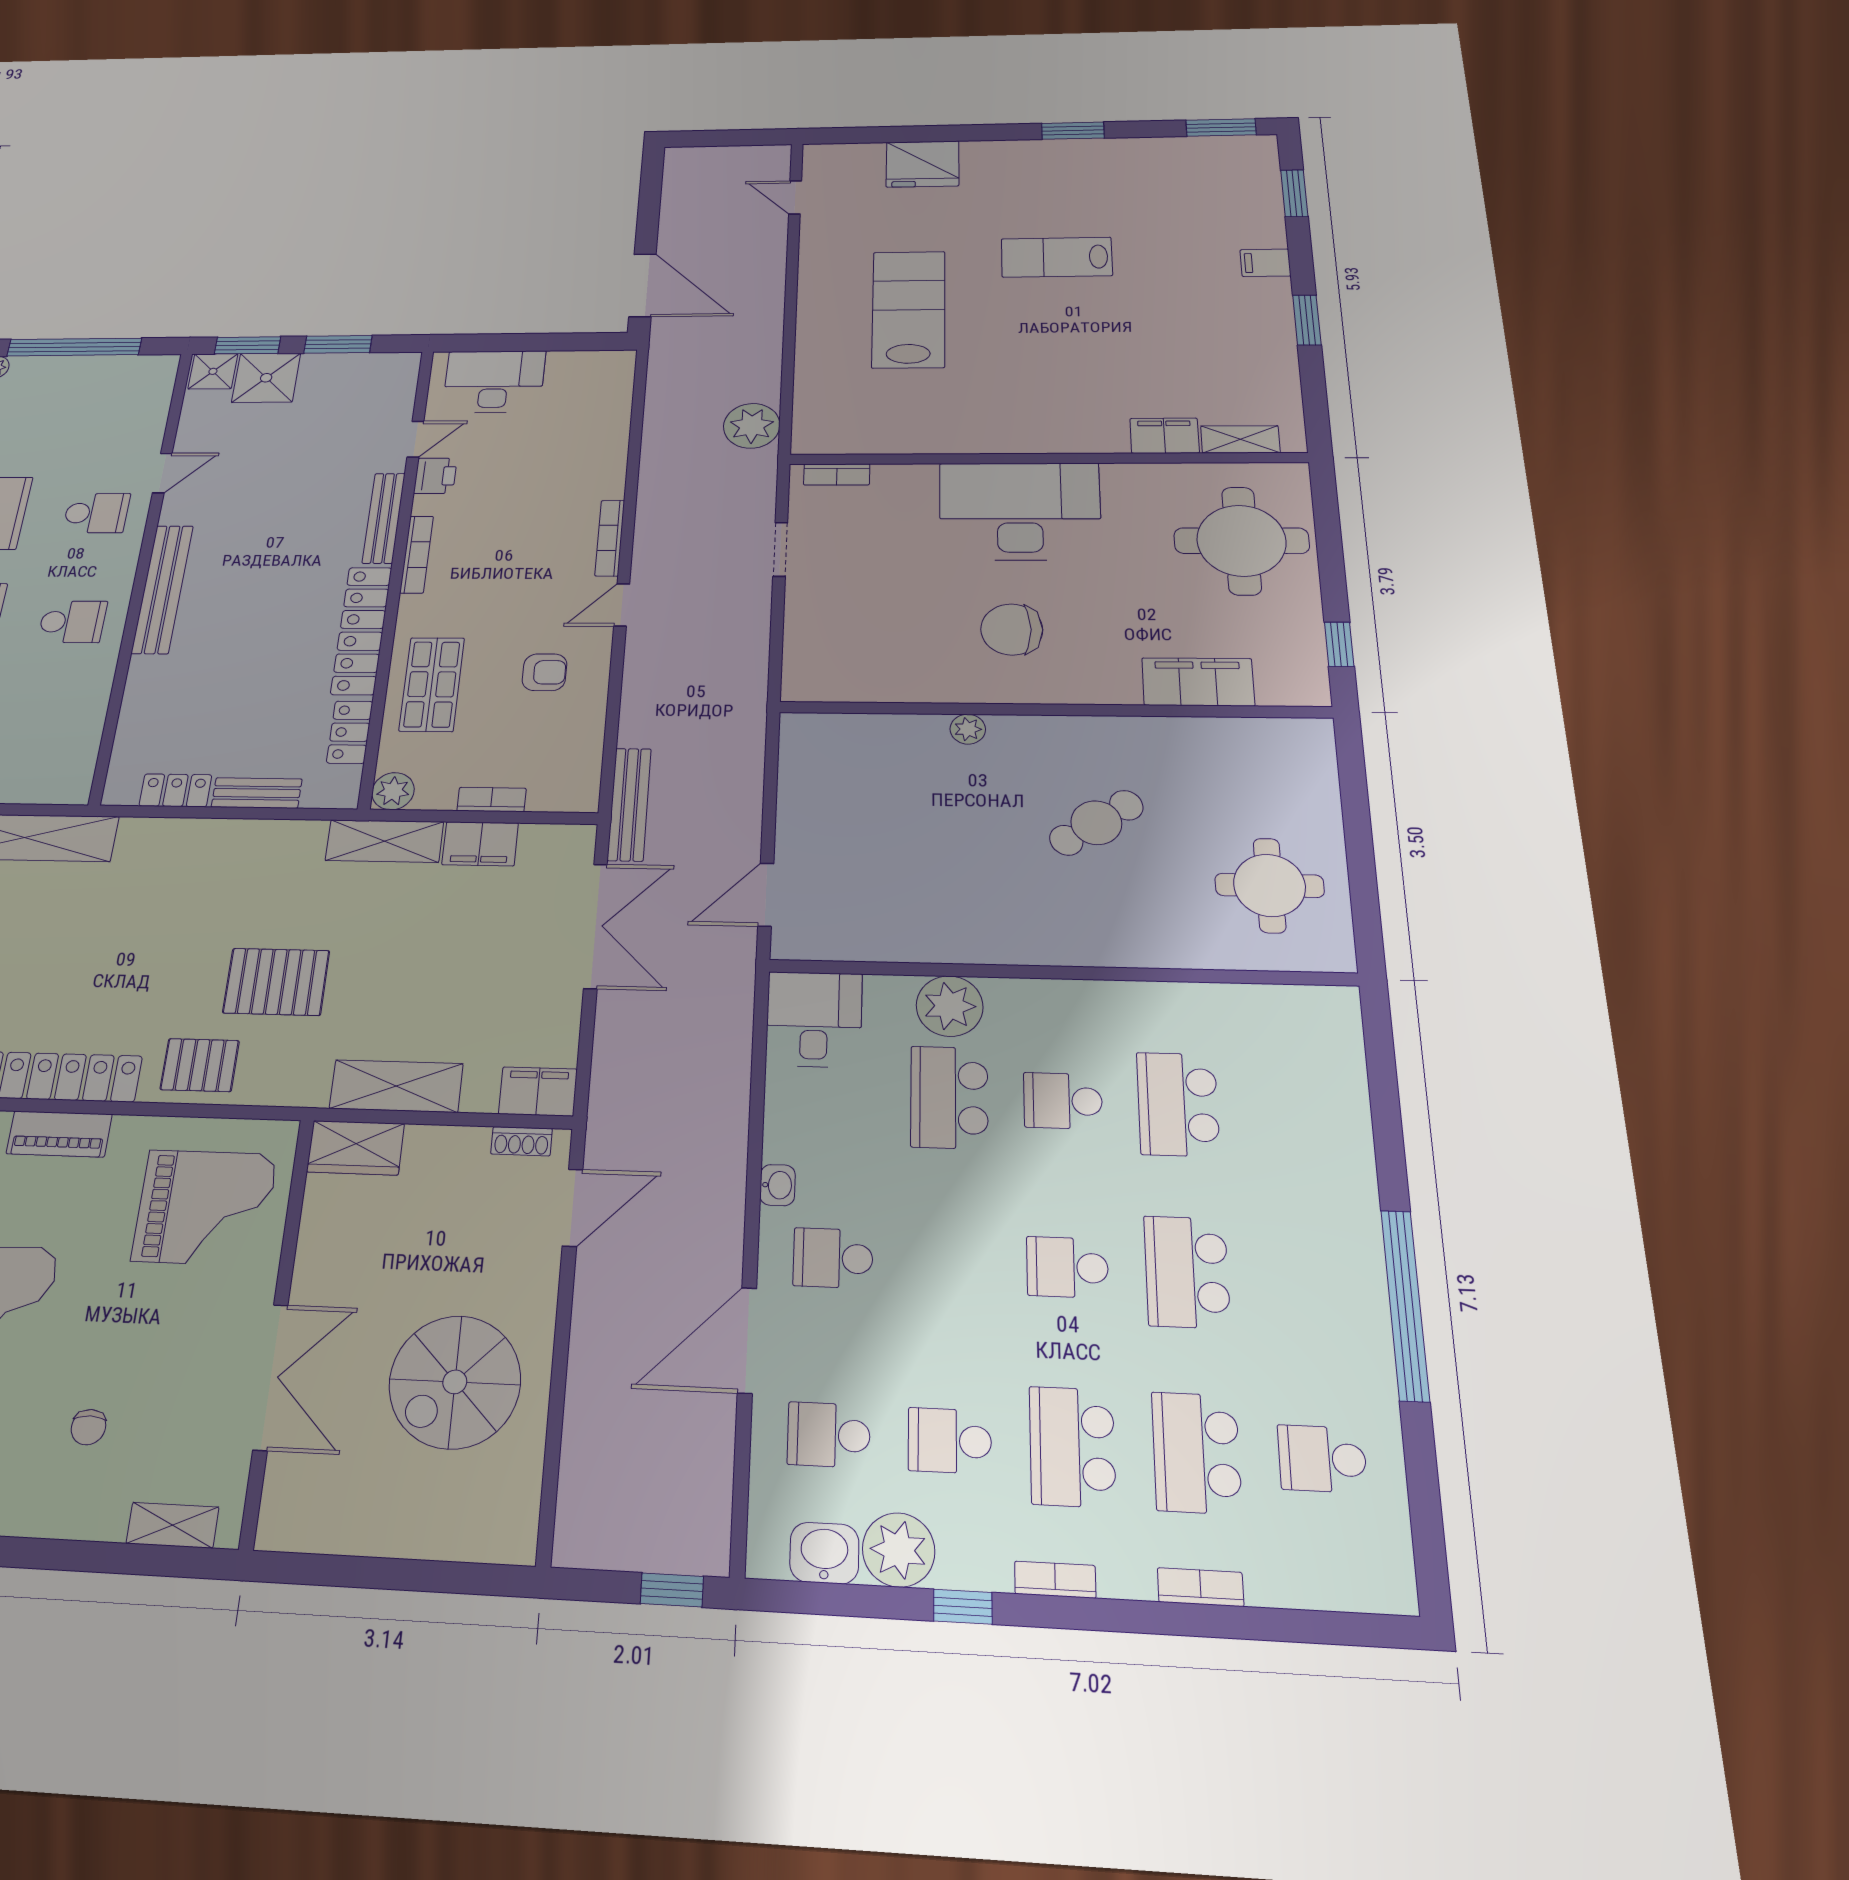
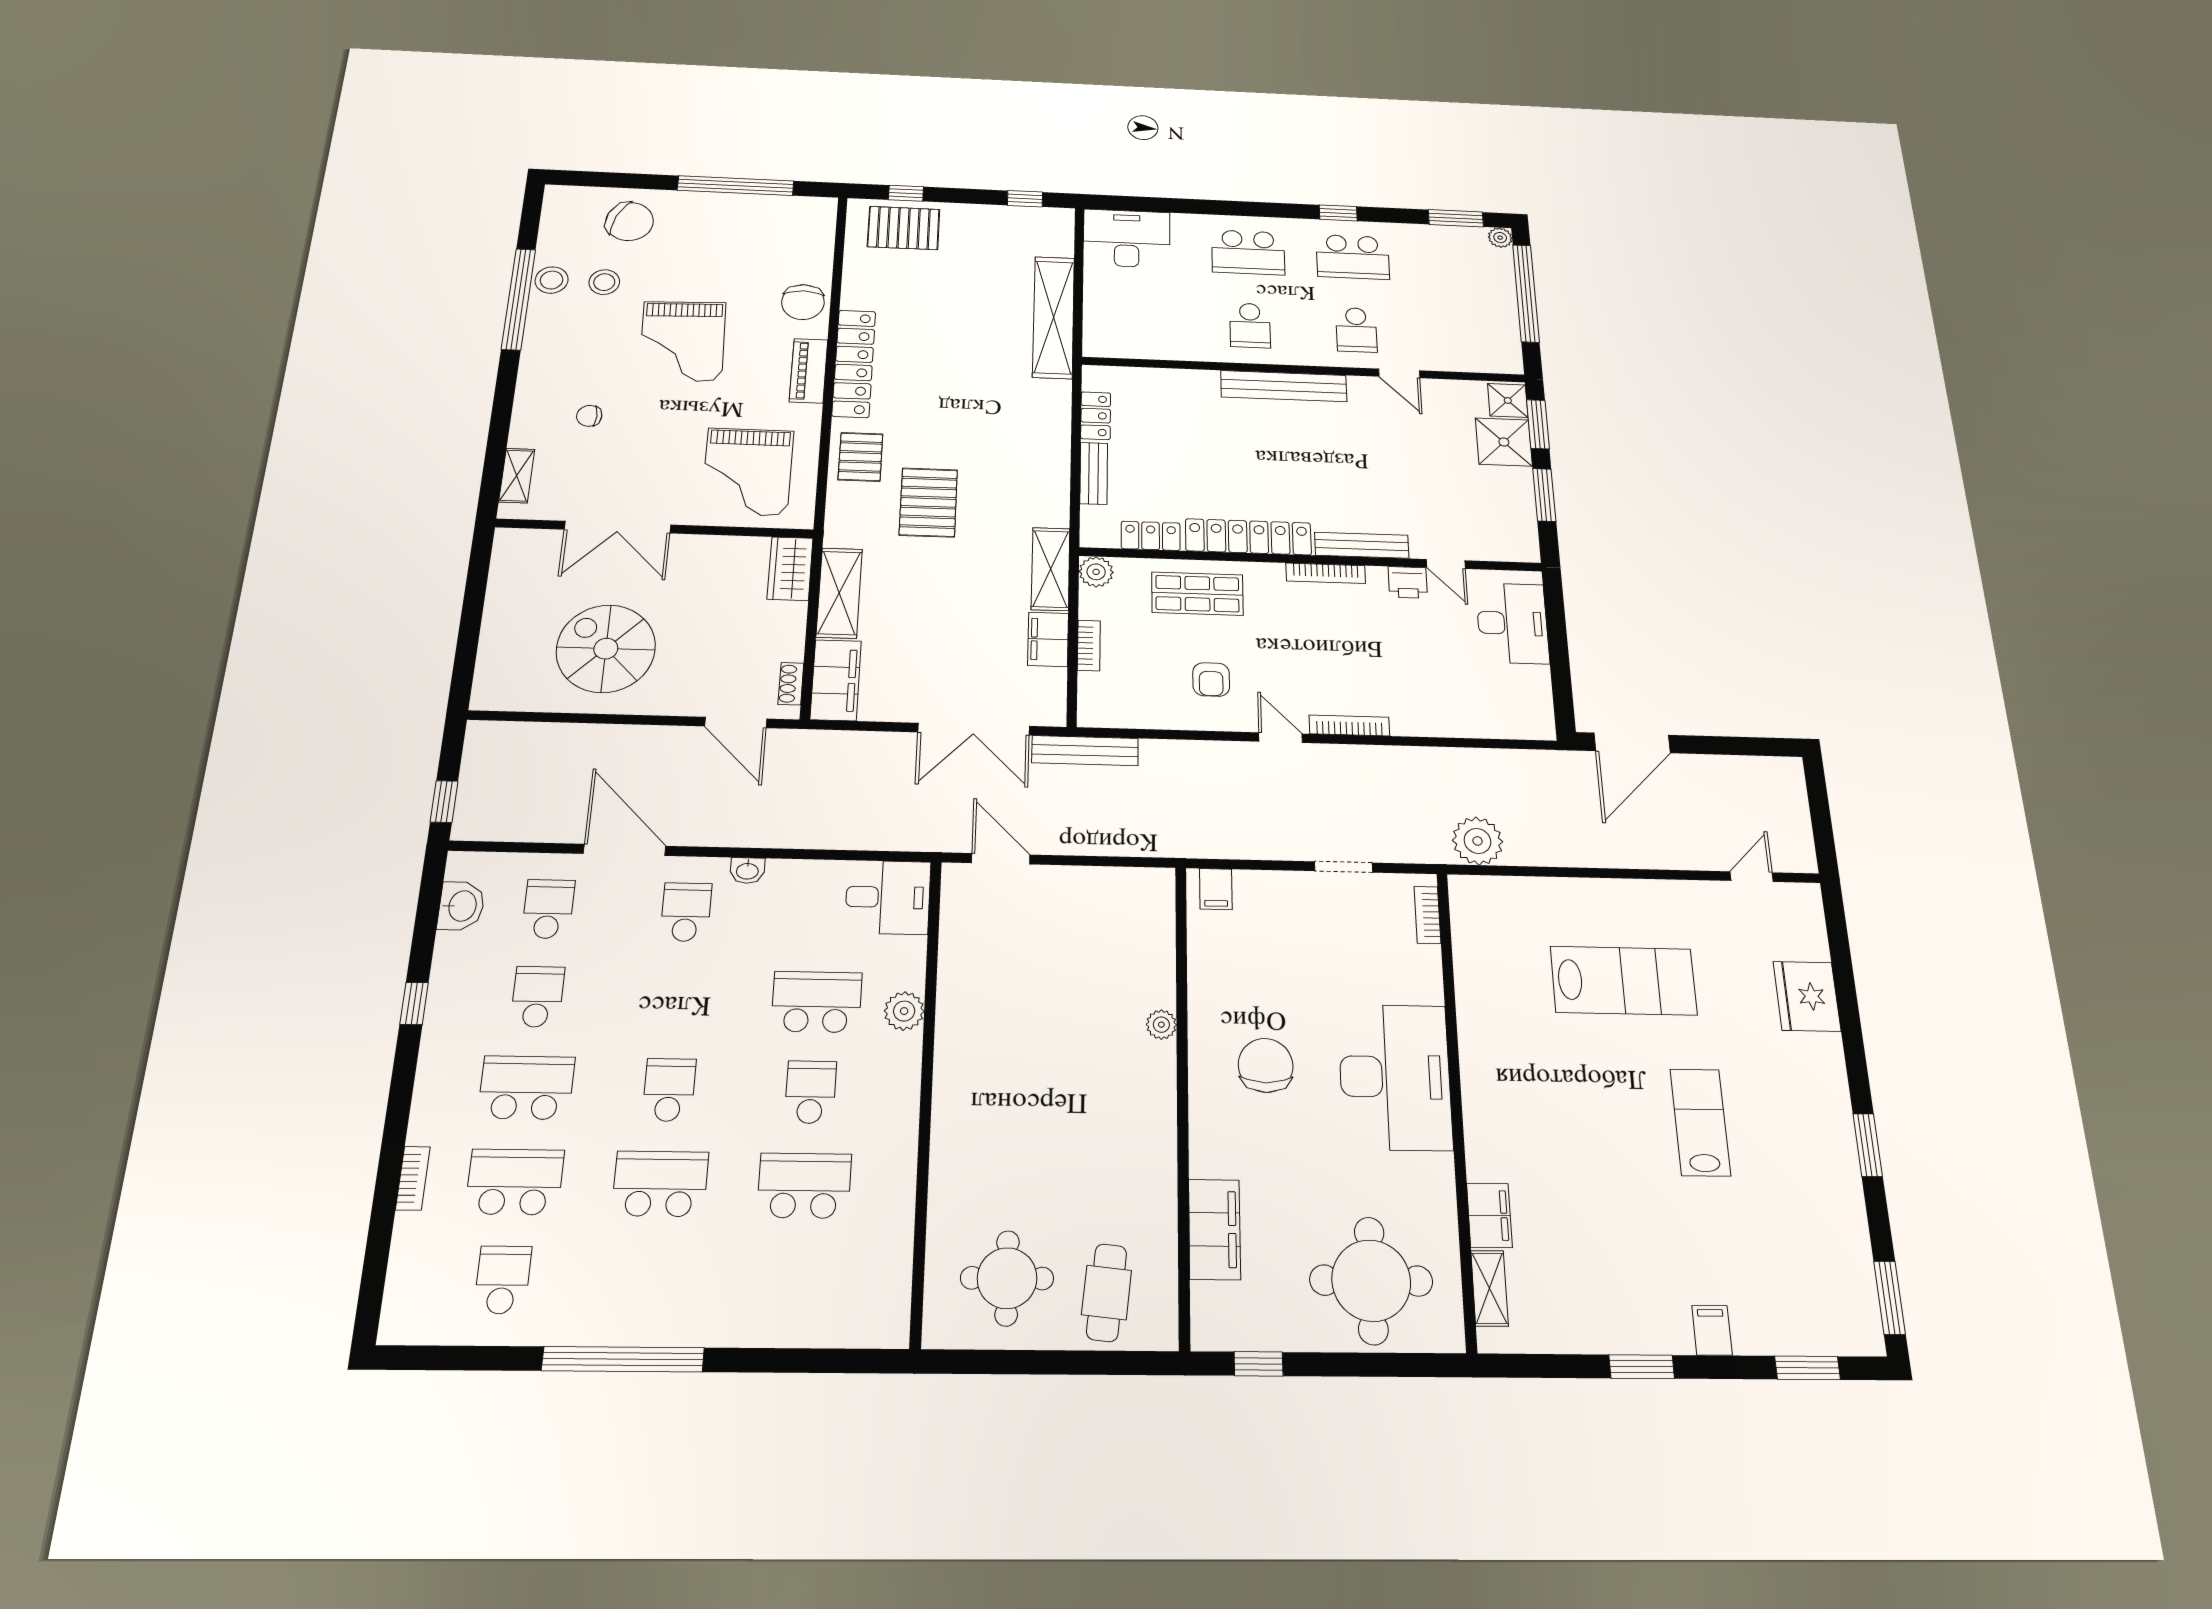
filing cabinet: (806, 673) -> (1216, 889), added
cafe table: (1096, 823) -> (1107, 1293), moved, turned 40
plant: (950, 1006) -> (904, 1011), width x0.73, depth x0.73
filing cabinet: (538, 1091) -> (836, 680), width x1.50, depth x1.17
plant: (899, 1550) -> (459, 958), removed
bookcase: (1055, 1580) -> (428, 1071), removed

